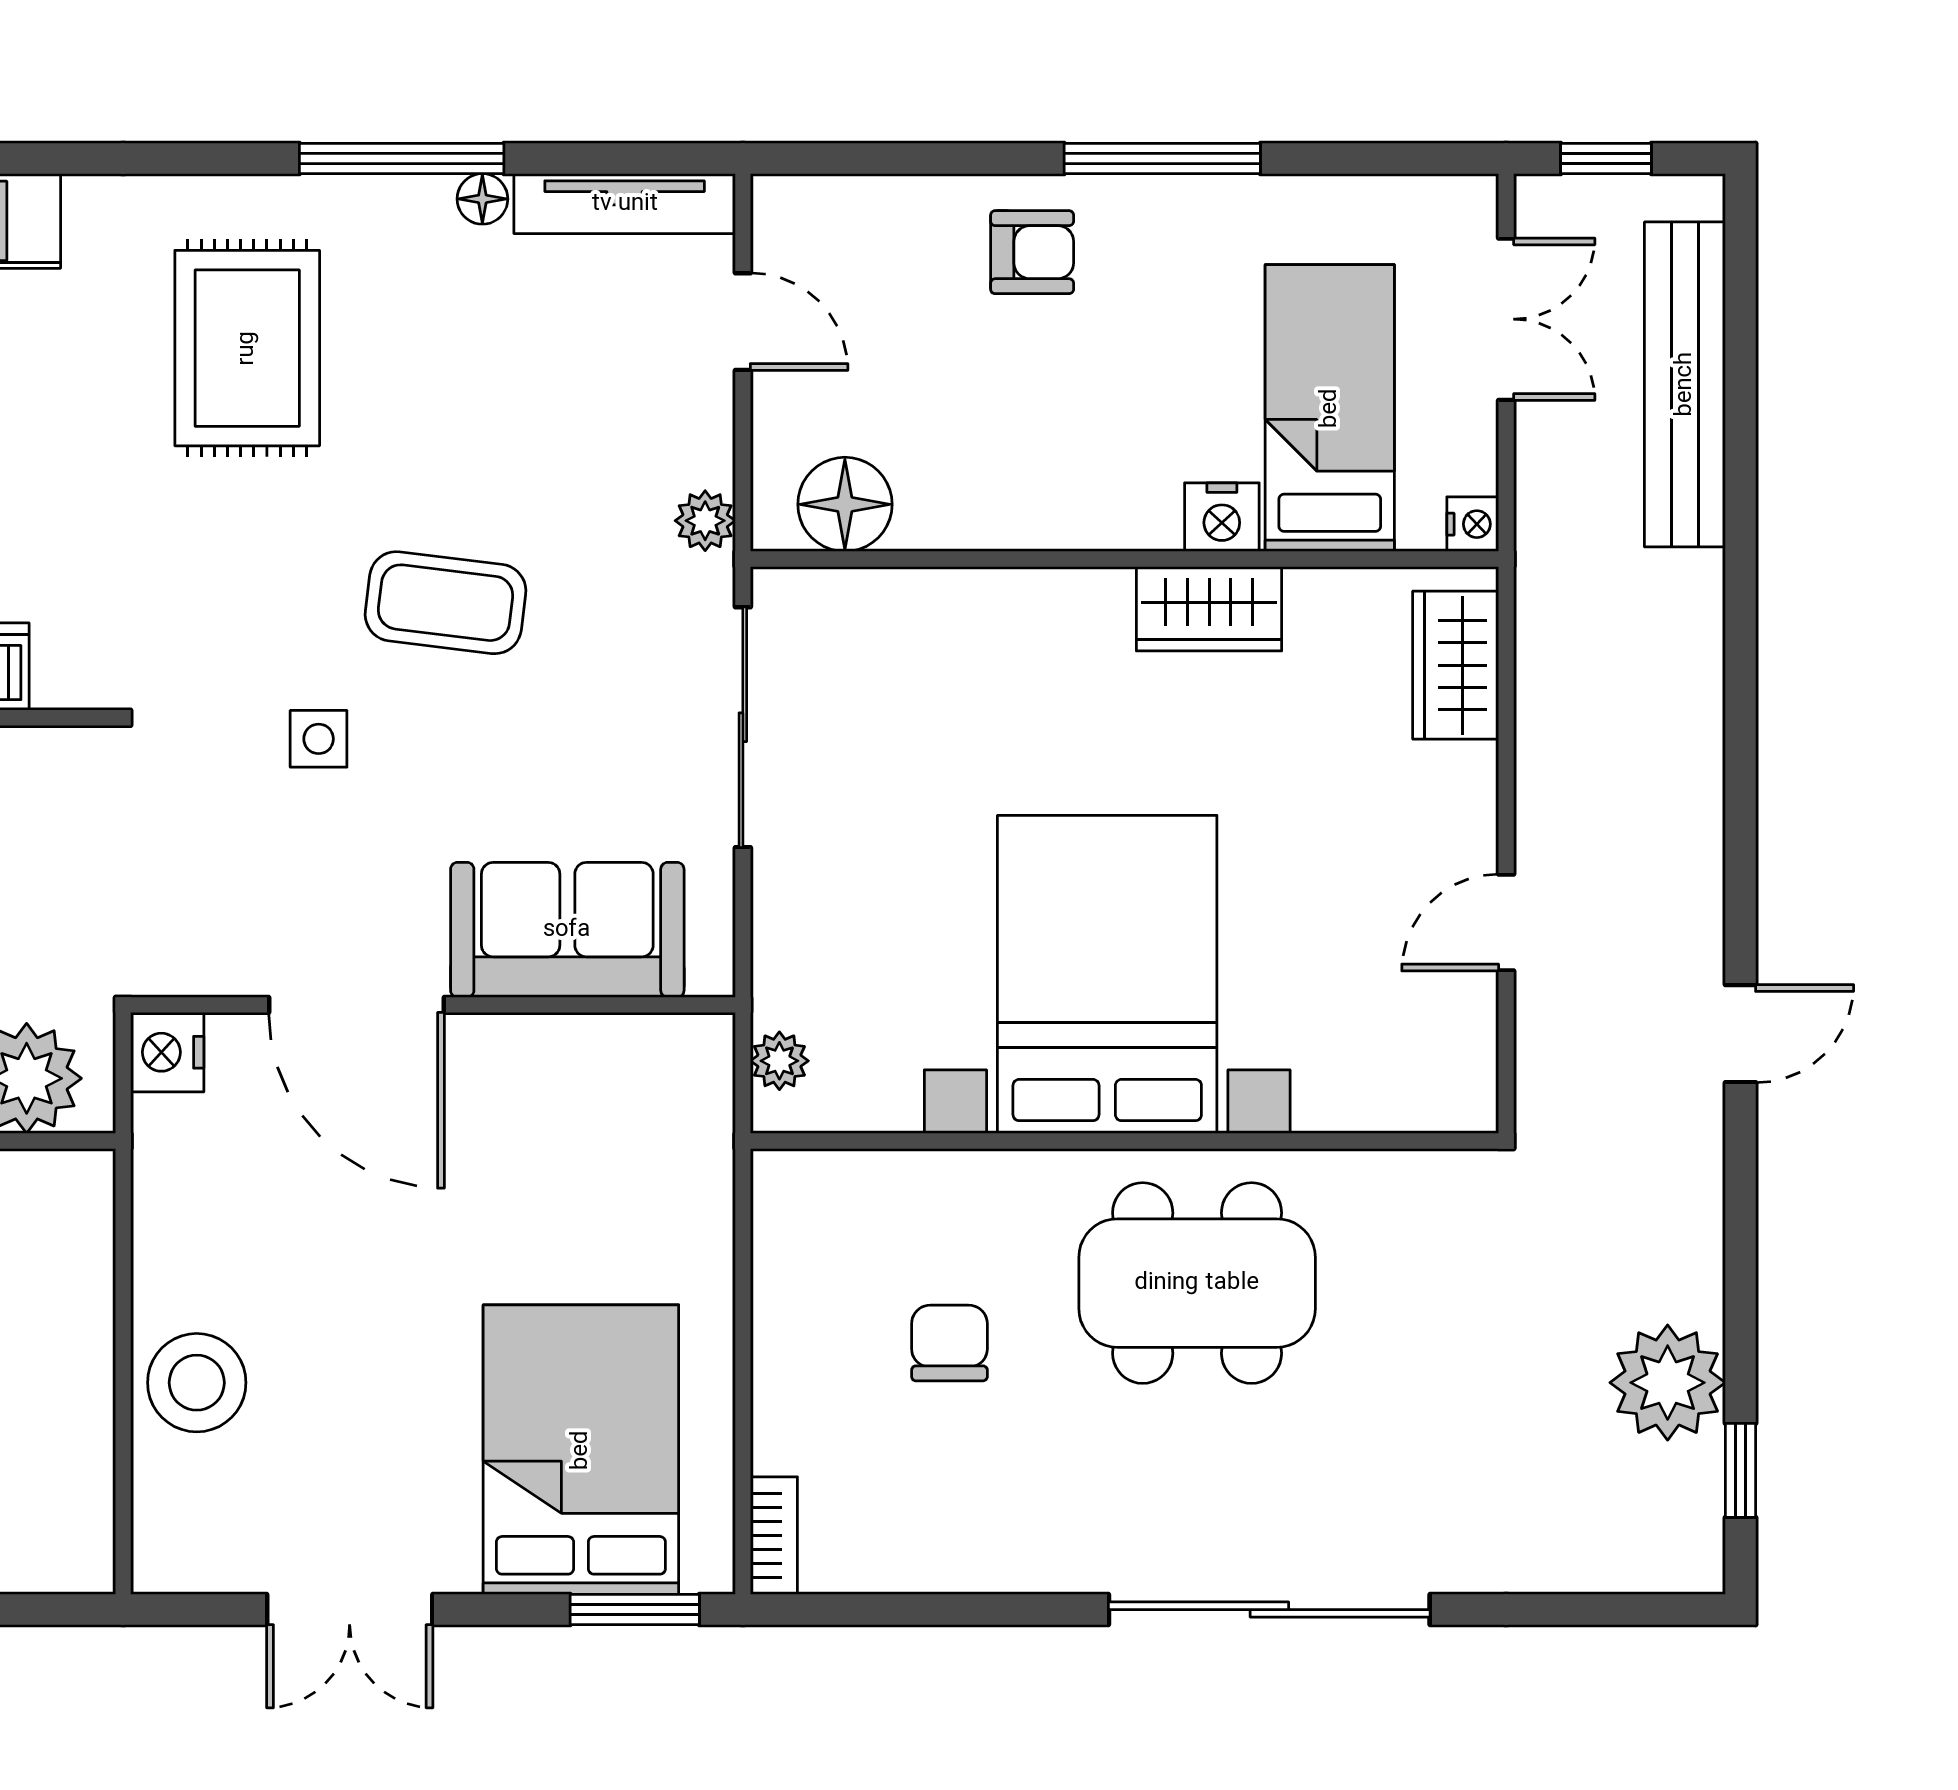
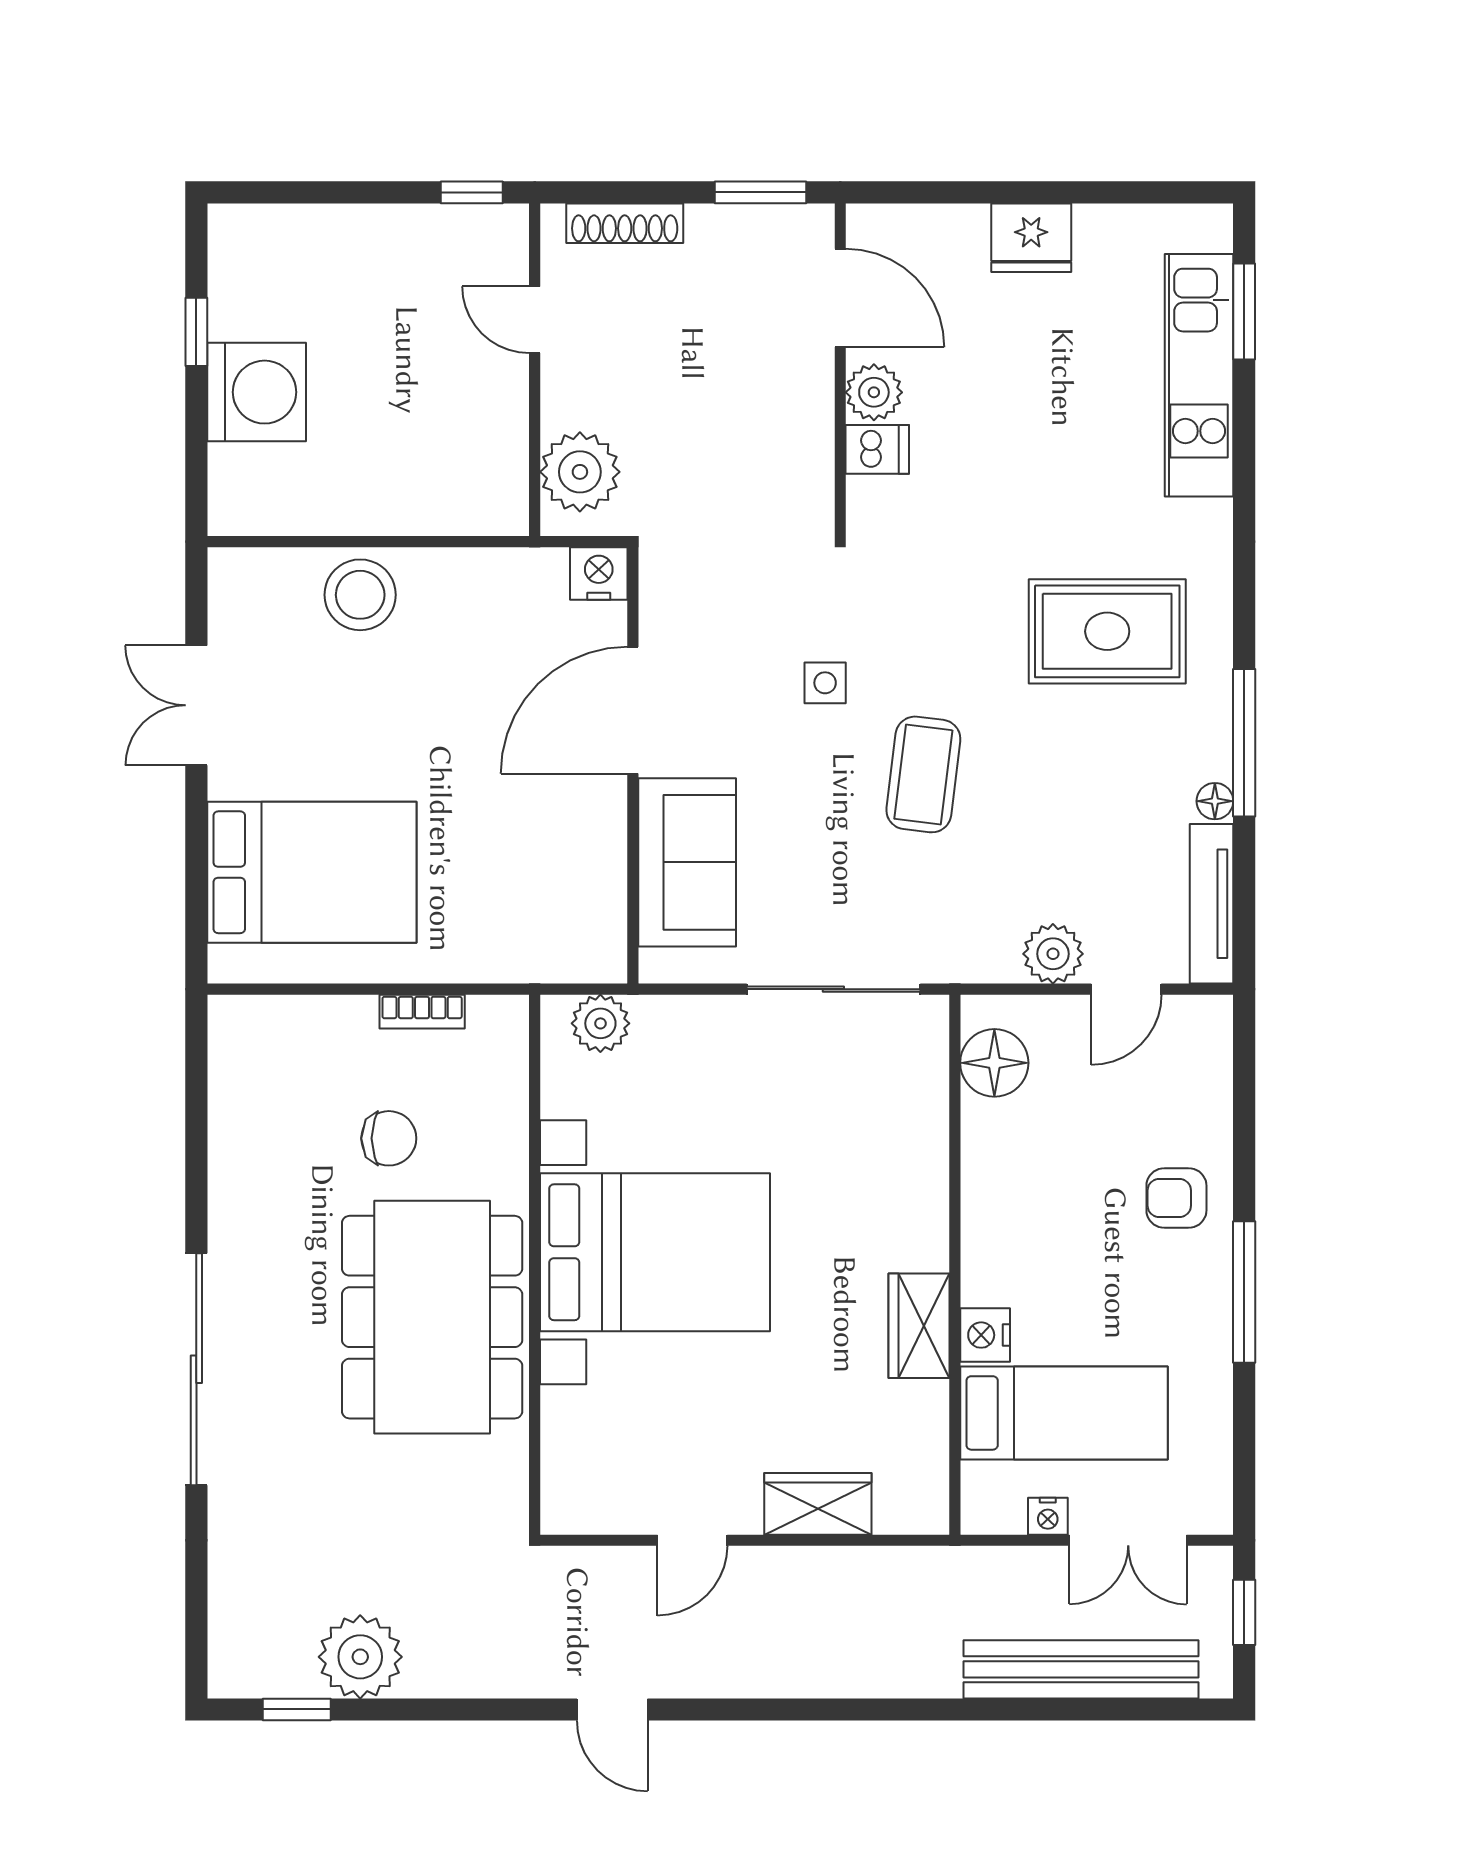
armchair: (1032, 252) -> (1176, 1198), turned 90
plant: (705, 521) -> (1053, 954), moved, width x1.38, depth x1.38
nightstand: (1473, 524) -> (1048, 1516), moved
wardrobe: (1456, 665) -> (818, 1504), moved
door: (1506, 923) -> (692, 1540), swing flipped
plant: (779, 1061) -> (600, 1023), width x1.38, depth x1.38
dining table: (1197, 1283) -> (432, 1317), width x1.36, depth x1.24
bookcase: (774, 1536) -> (422, 1012), moved
window: (635, 1610) -> (196, 911), removed

